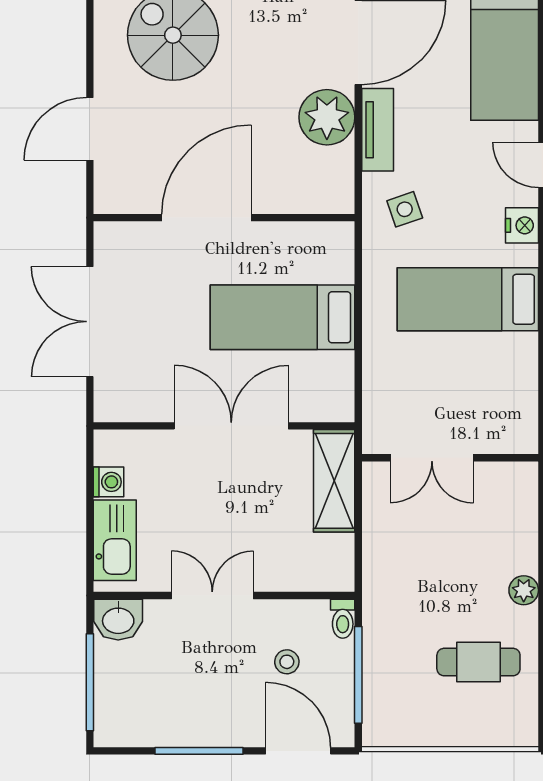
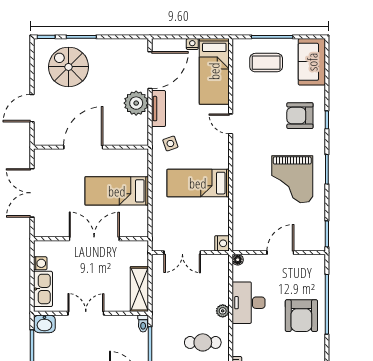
nightstand: (522, 225) -> (222, 243), moved
shelving: (334, 481) -> (139, 289), moved
stool: (287, 662) -> (119, 342), removed

